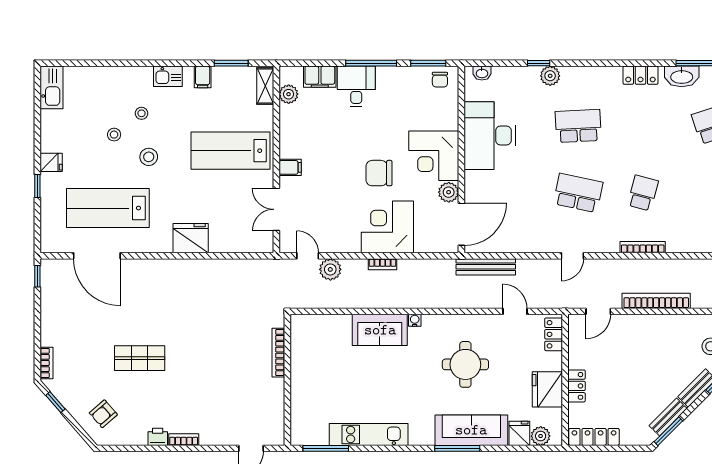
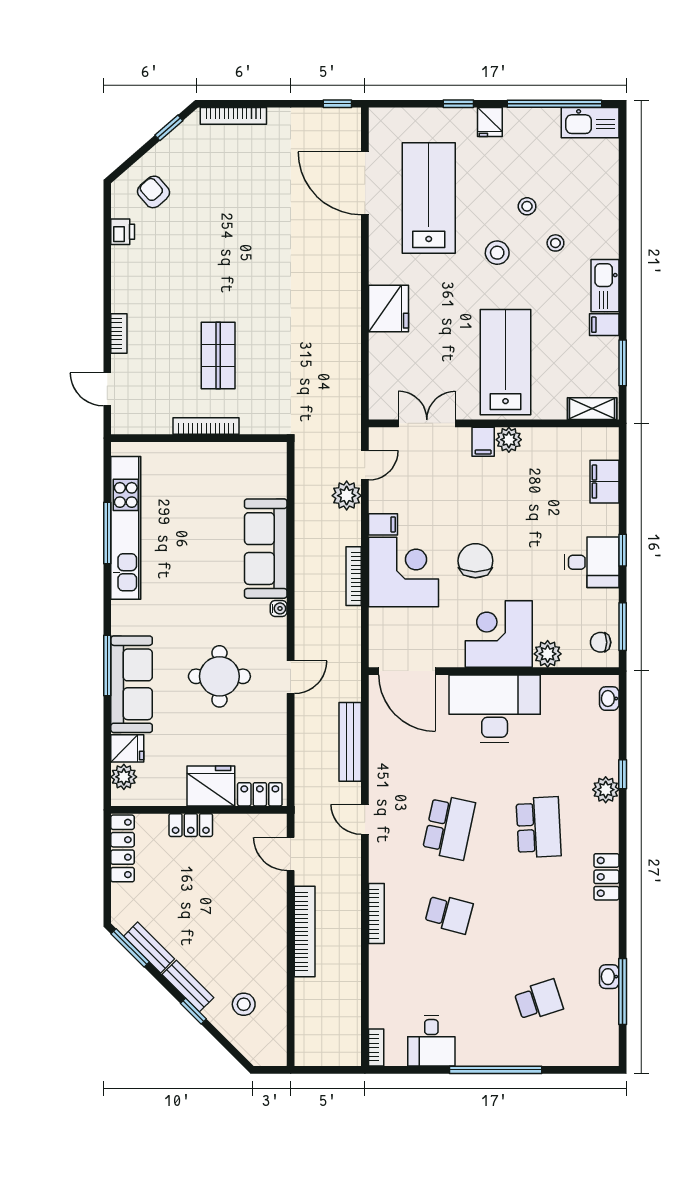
window: (371, 63) -> (623, 550), width x0.46
locker: (640, 75) -> (606, 877), moved
kitchen sink: (168, 76) -> (605, 286), width x1.38
washbasin: (682, 76) -> (609, 977), width x0.52, depth x0.69
desk: (356, 86) -> (592, 562), moved
plant: (289, 94) -> (509, 440), moved
window: (37, 114) -> (554, 104), added
desk: (490, 136) -> (495, 709), moved
plant: (449, 192) -> (548, 654), moved
filing cabinet: (352, 242) -> (383, 524), added
door: (97, 256) -> (365, 183), hinge flipped
bookcase: (383, 264) -> (354, 576), width x1.56
bench: (486, 267) -> (350, 742), moved
door: (515, 311) -> (291, 677), moved
sofa: (380, 330) -> (266, 549), width x1.36
bookcase: (278, 353) -> (206, 426), moved
shop shelf: (140, 358) -> (218, 356), moved
bookcase: (47, 363) -> (233, 116), width x1.56
fridge: (547, 389) -> (211, 786), moved
kitchen unit: (369, 434) -> (126, 528), width x1.36
printer: (158, 437) -> (123, 232), moved
bookcase: (184, 440) -> (119, 334), moved
window: (326, 448) -> (107, 533), moved

